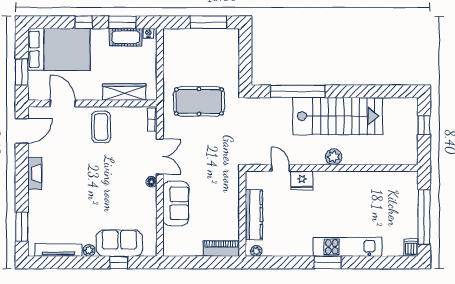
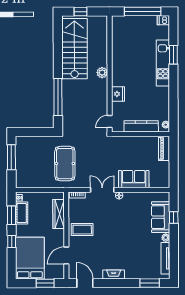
stairs: (338, 116) -> (75, 49), moved
door: (280, 168) -> (110, 121), moved
window: (328, 262) -> (173, 55), moved

